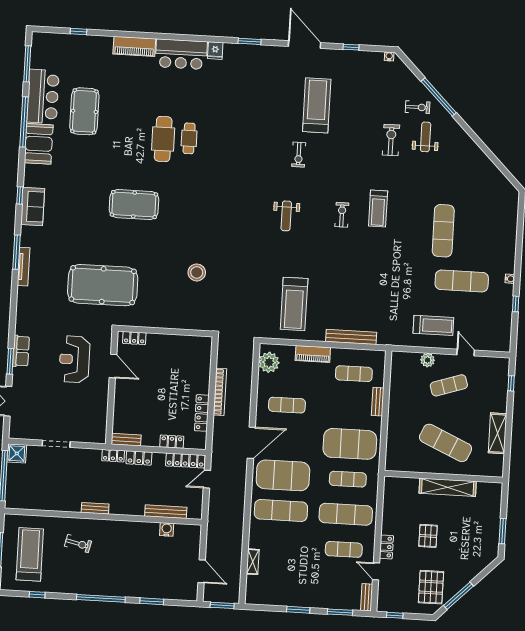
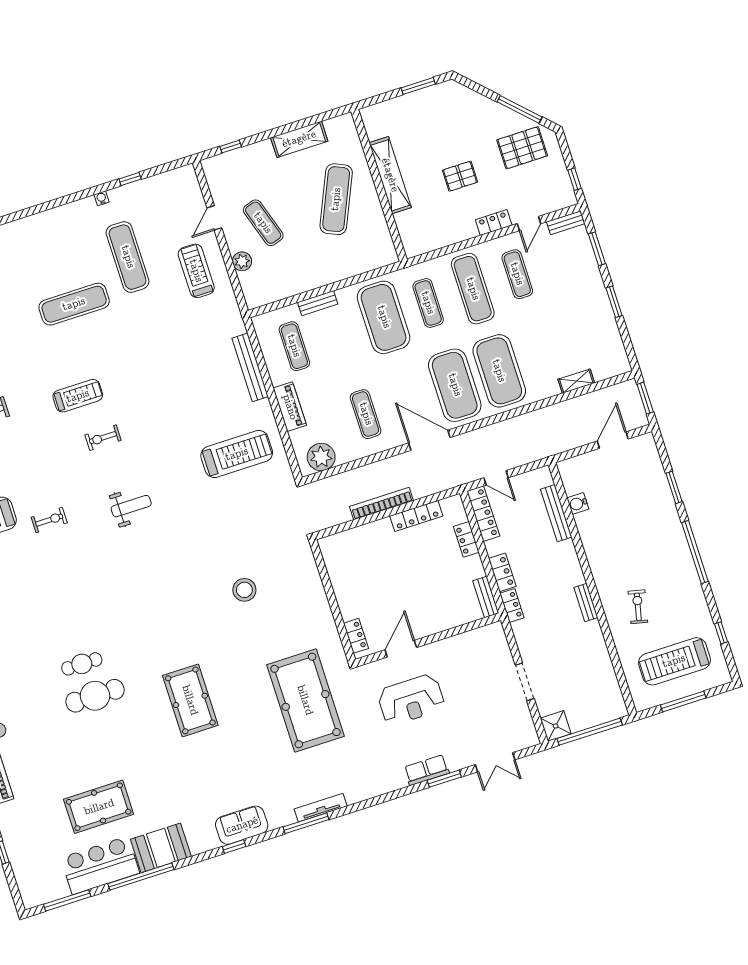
exercise mat: (281, 511) -> (499, 371), width x1.47

